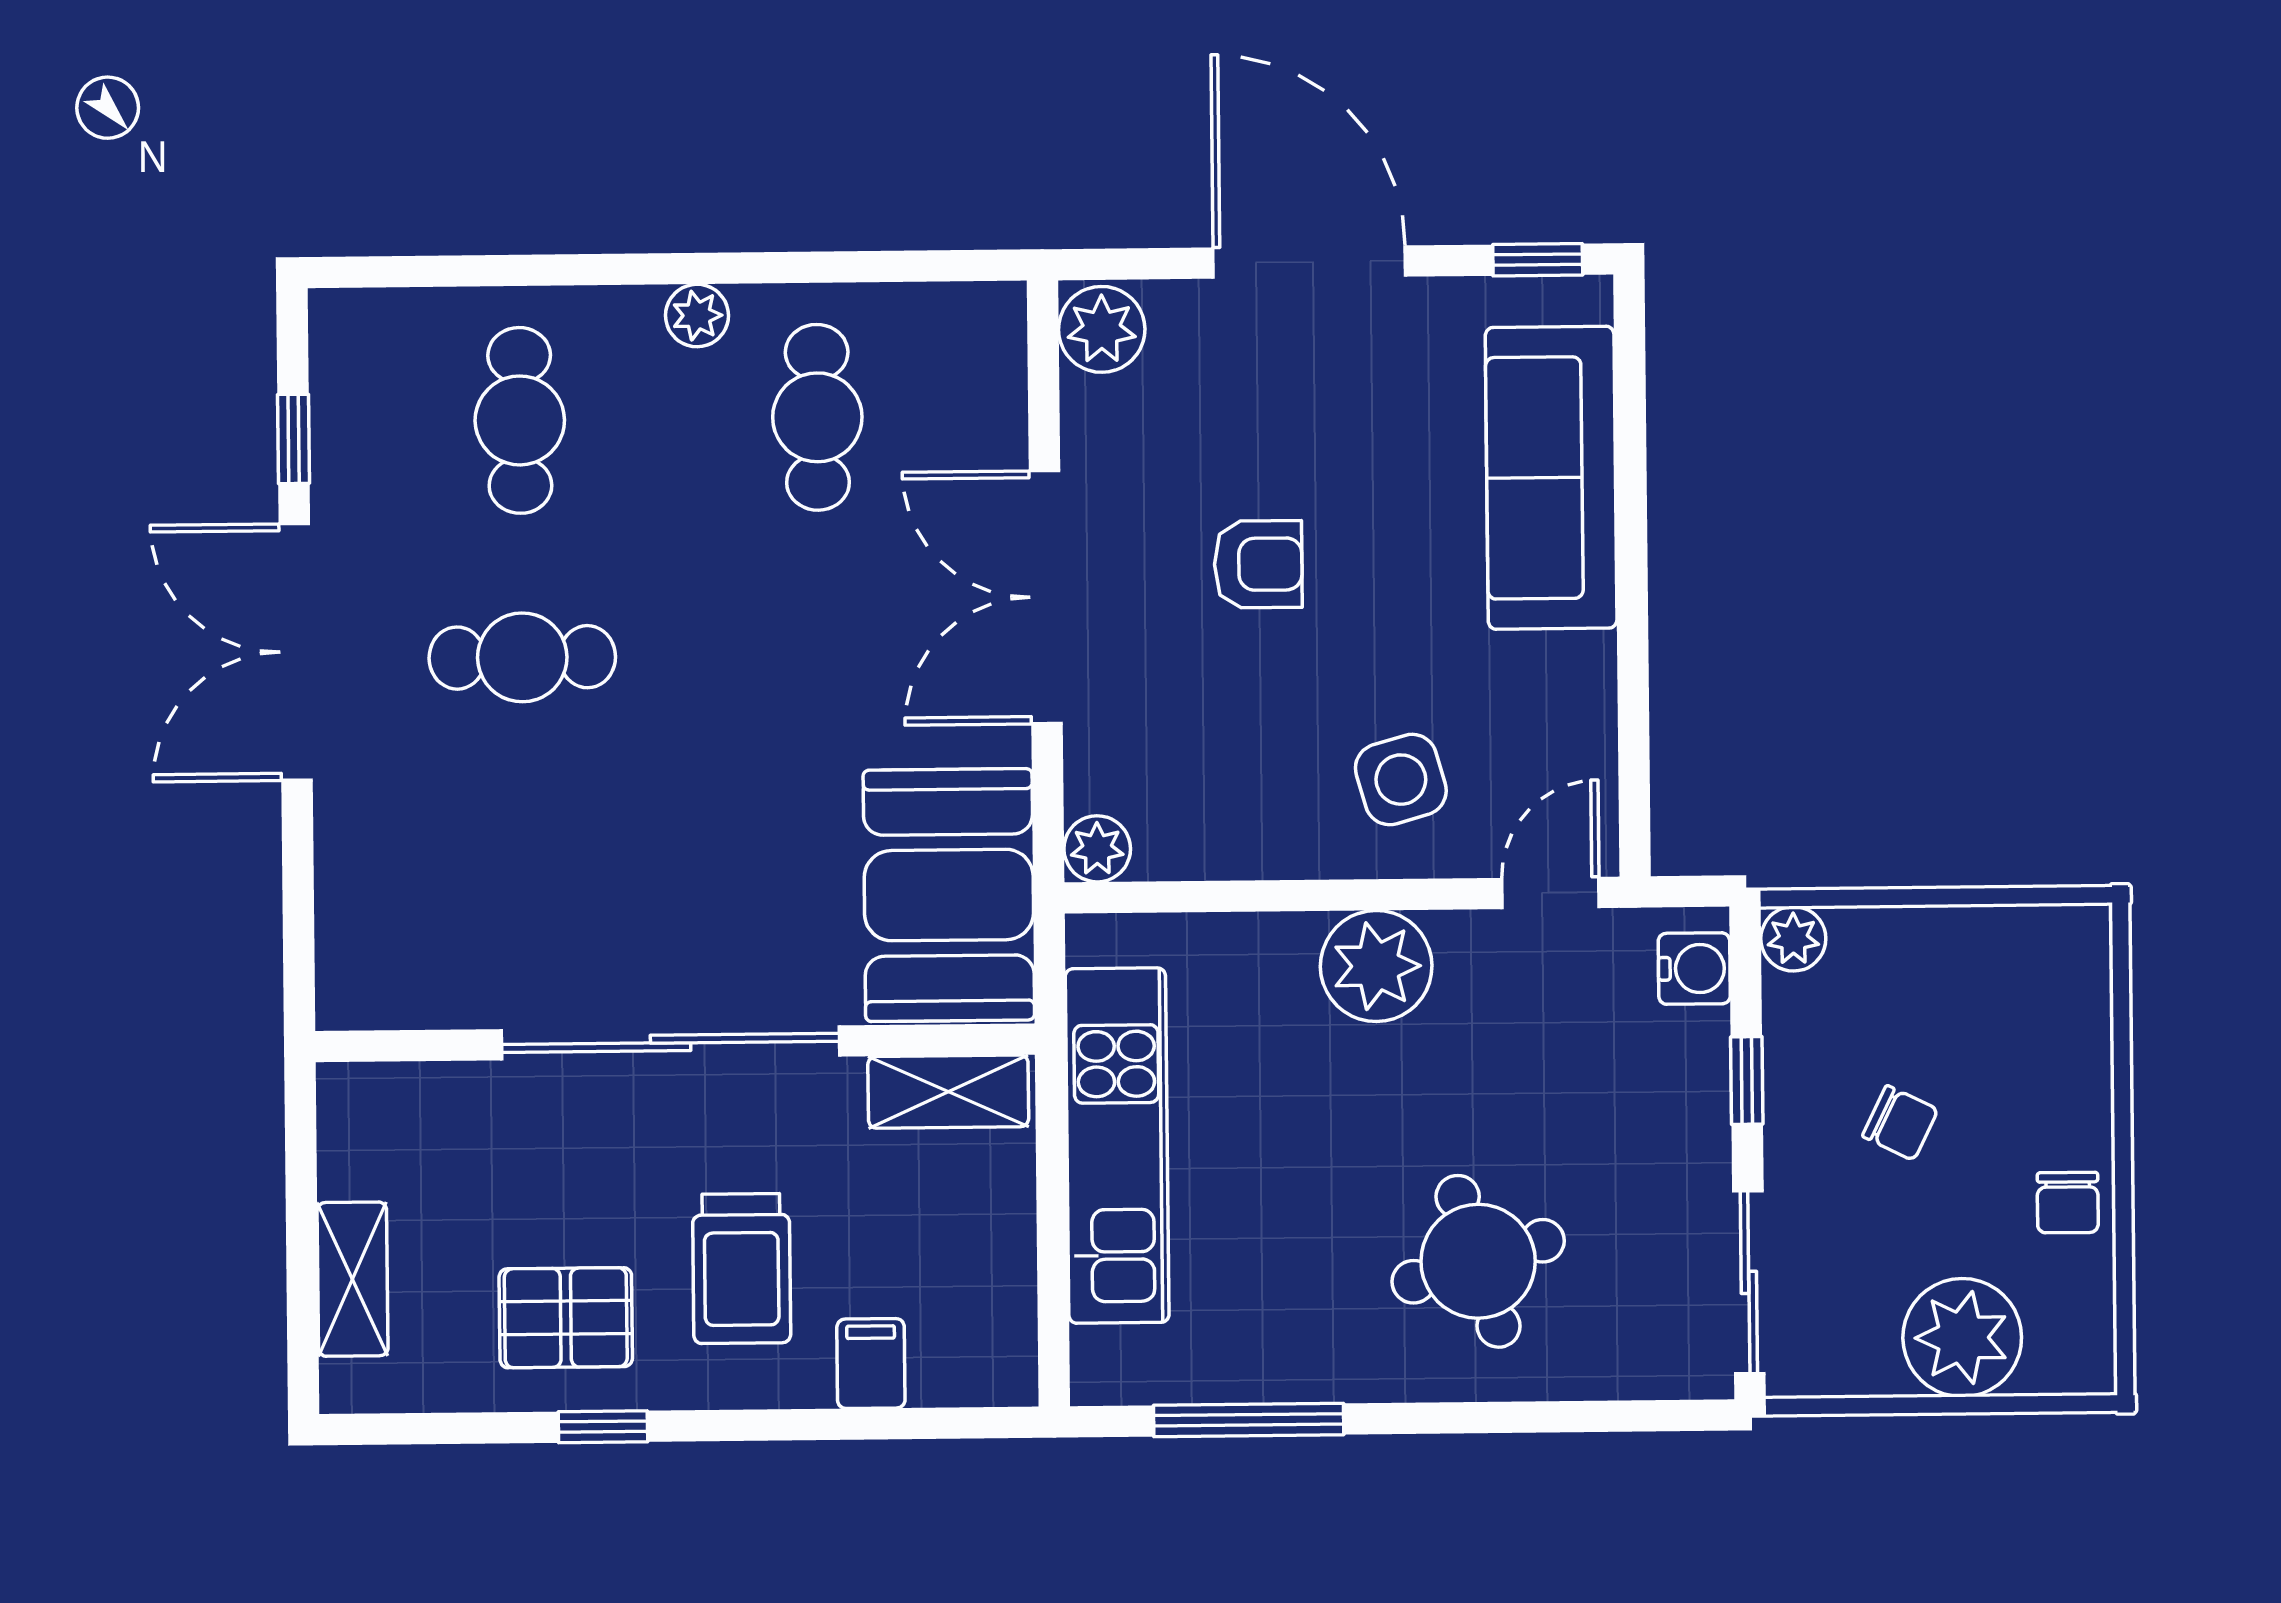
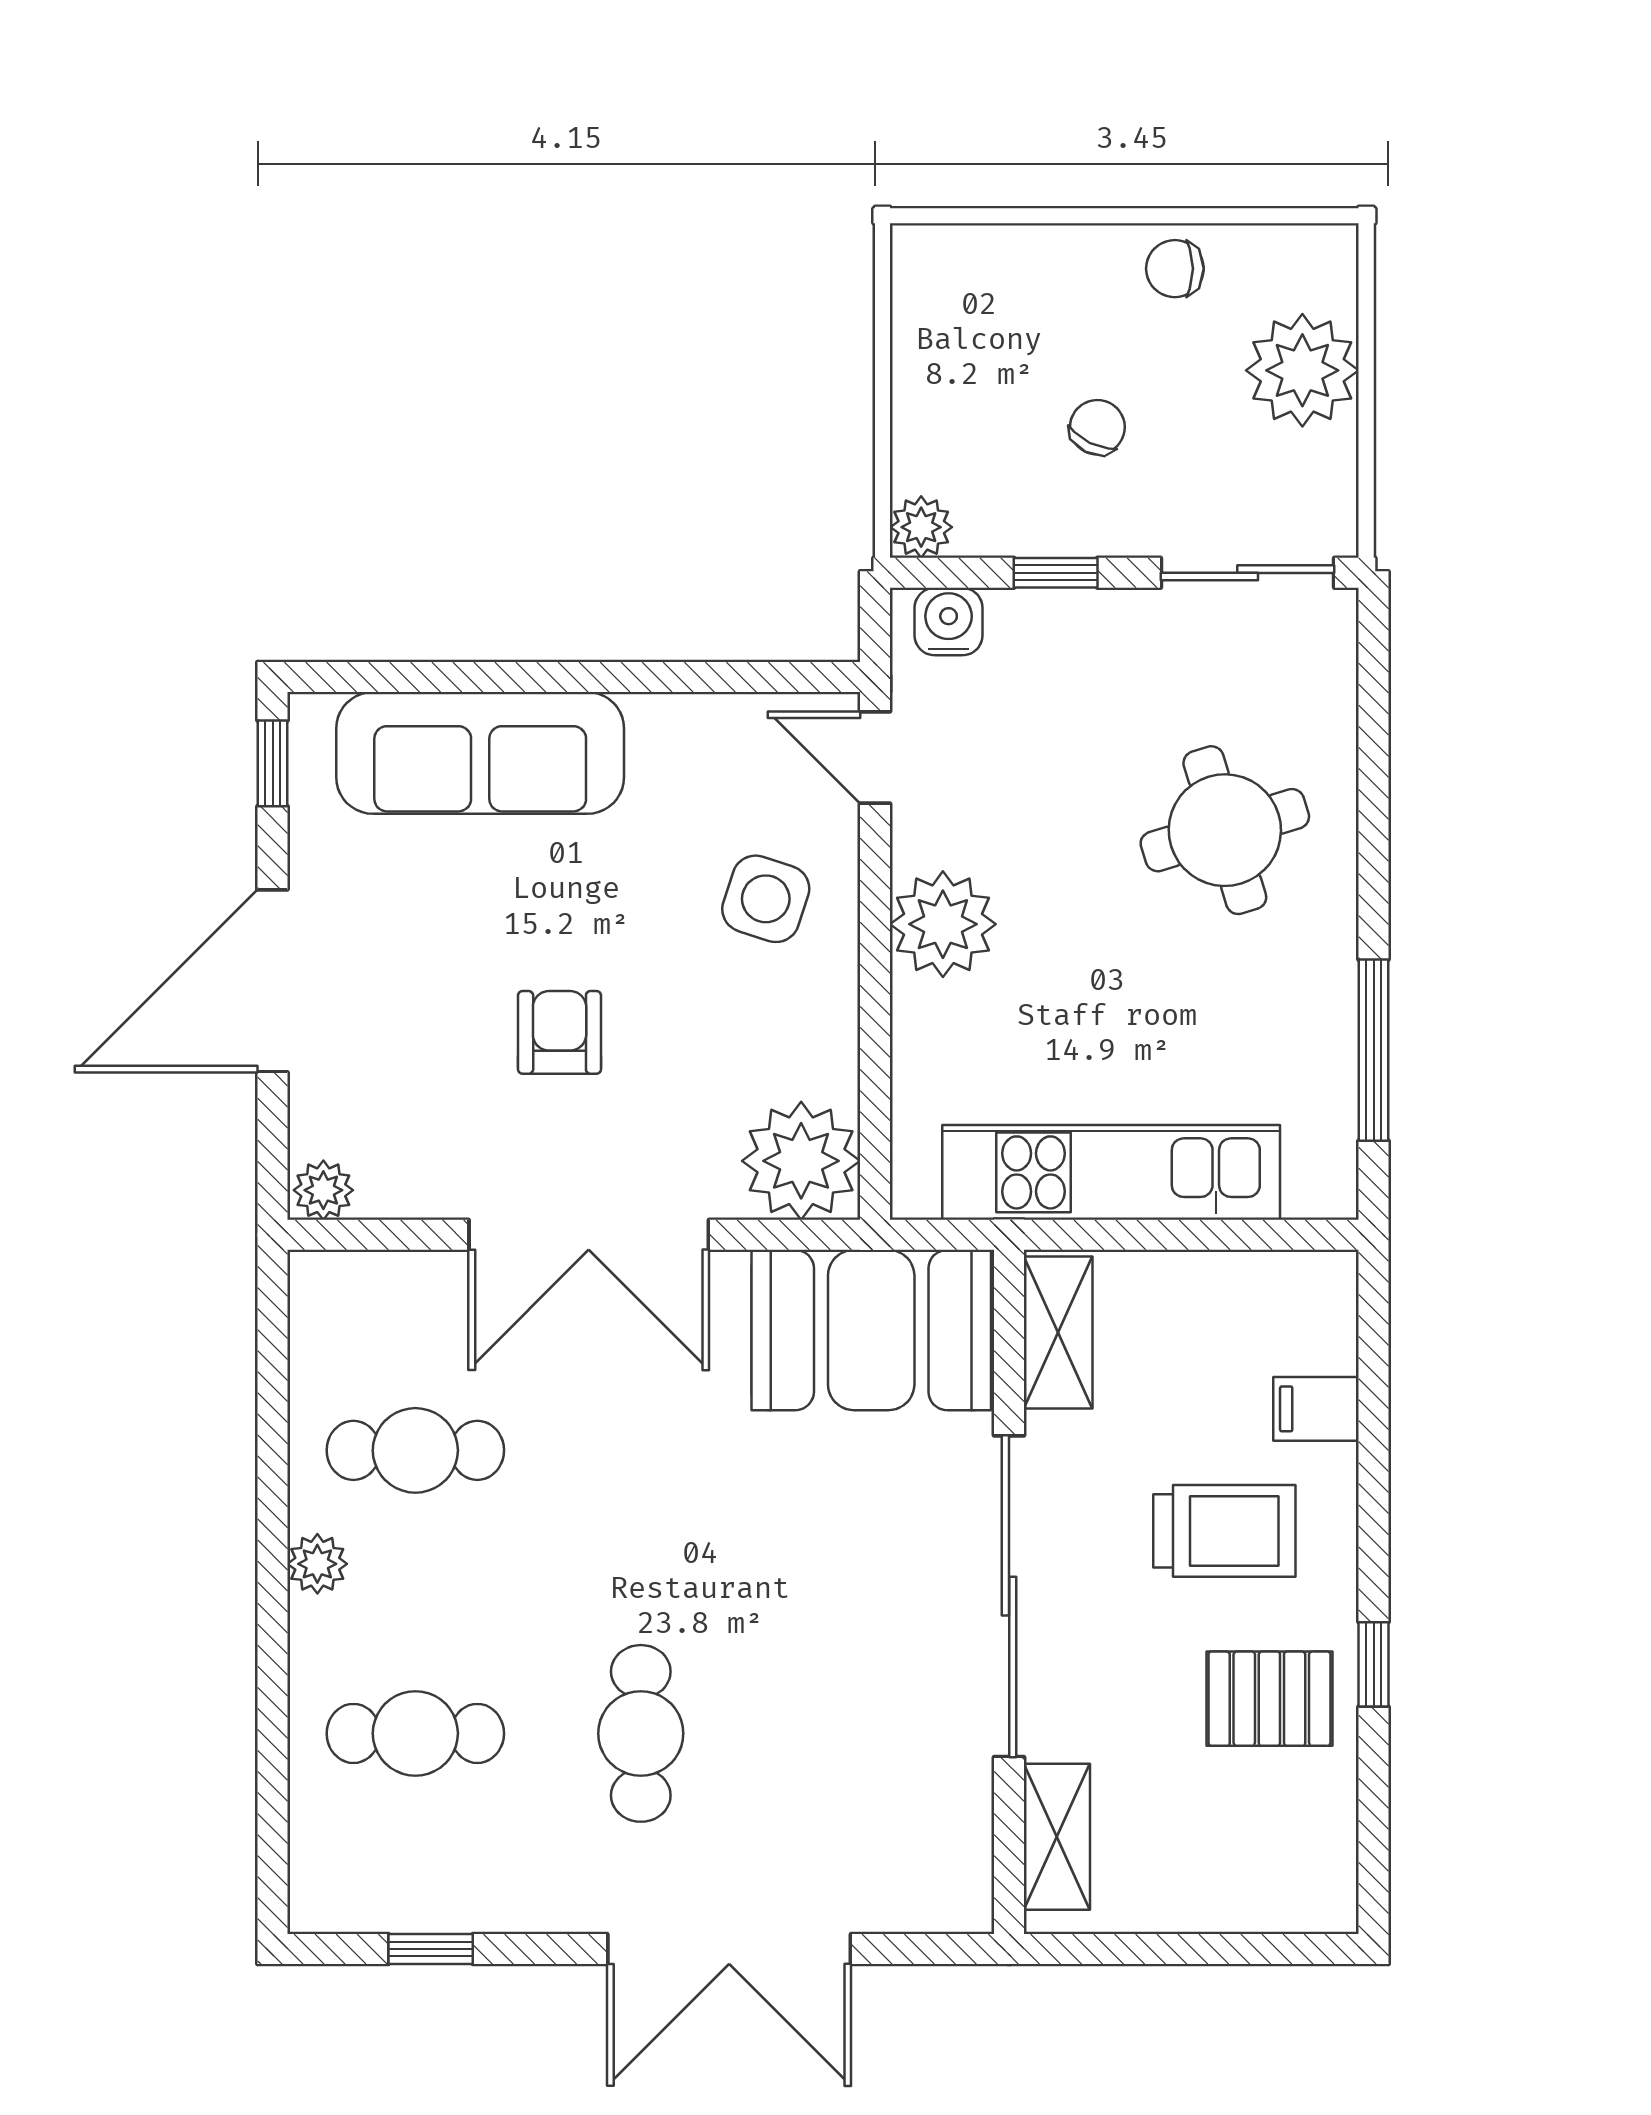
plant: (1102, 329) -> (323, 1190), width x0.73, depth x0.73
double door: (296, 652) -> (729, 1949), moved
side table: (1401, 780) -> (766, 899), turned 34
plant: (1097, 849) -> (801, 1161), width x1.87, depth x1.87
chair: (2068, 1203) -> (1175, 269), turned 180
shelving: (353, 1279) -> (1057, 1837), moved, turned 90
pallet: (566, 1318) -> (1269, 1699), turned 90

